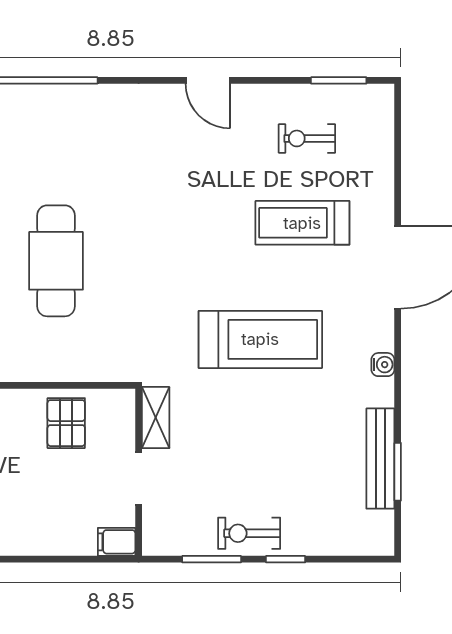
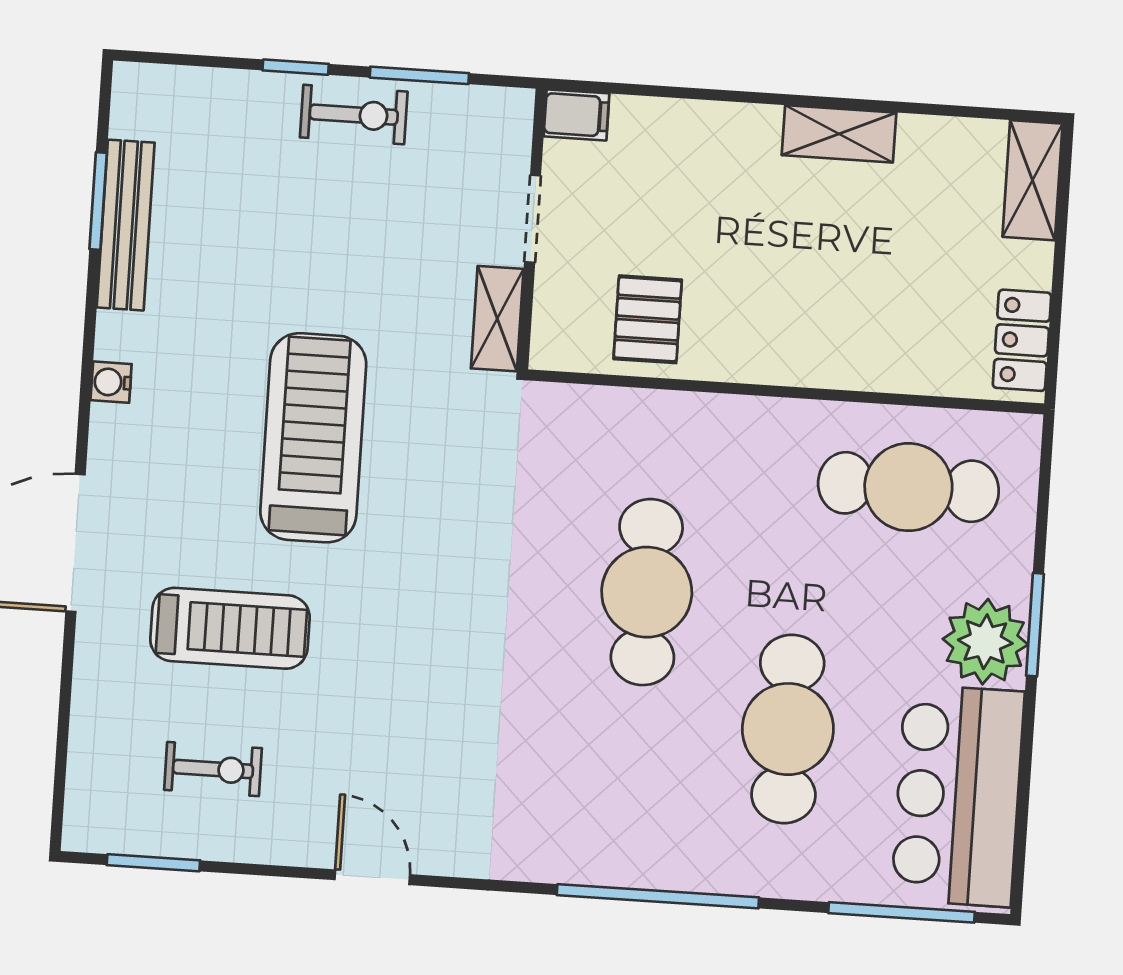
treadmill: (260, 339) -> (313, 438), turned 90

